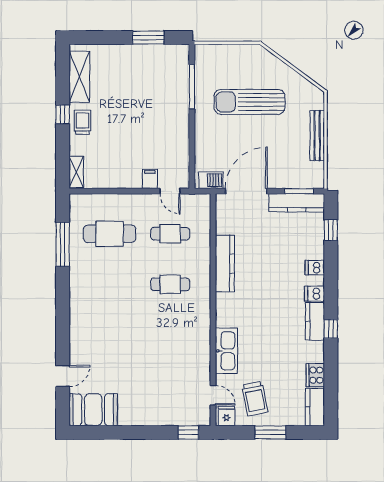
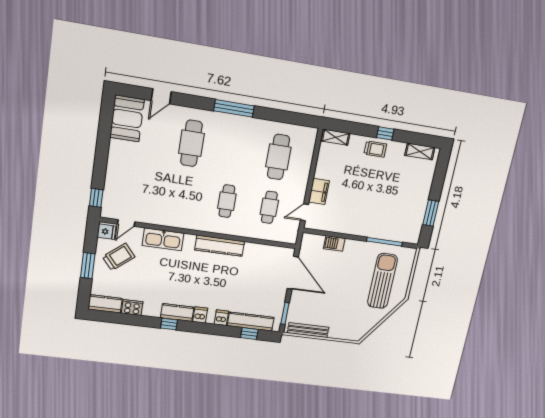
shelving: (79, 77) -> (420, 151), width x0.67, depth x0.75
sun lounger: (249, 102) -> (382, 281), moved
bench: (317, 136) -> (308, 330), moved
filing cabinet: (150, 179) -> (319, 191), width x2.00
barbecue: (211, 180) -> (334, 243), moved, turned 90
kitchen counter: (297, 203) -> (251, 322), moved, turned 90
window: (63, 244) -> (234, 108), moved
kitchen counter: (225, 263) -> (220, 246), moved
cafe table: (110, 335) -> (191, 143), added
door: (63, 376) -> (161, 96), hinge flipped
trolley: (255, 399) -> (119, 257), turned 151

